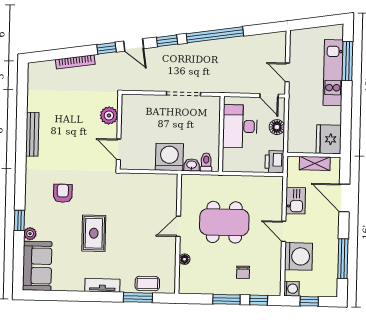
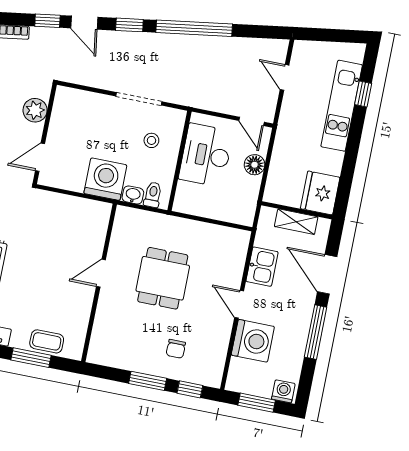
window: (347, 61) -> (363, 94), width x0.46
door: (287, 72) -> (285, 77), moved
stool: (198, 123) -> (151, 140), added
door: (119, 149) -> (40, 157), hinge flipped
printer: (274, 162) -> (243, 210), removed
dining table: (224, 222) -> (163, 278), width x0.73
floor lamp: (184, 259) -> (101, 318), removed
window: (343, 259) -> (316, 332), moved
washing machine: (291, 289) -> (283, 391), moved, turned -90
window: (309, 301) -> (257, 403), width x1.50

